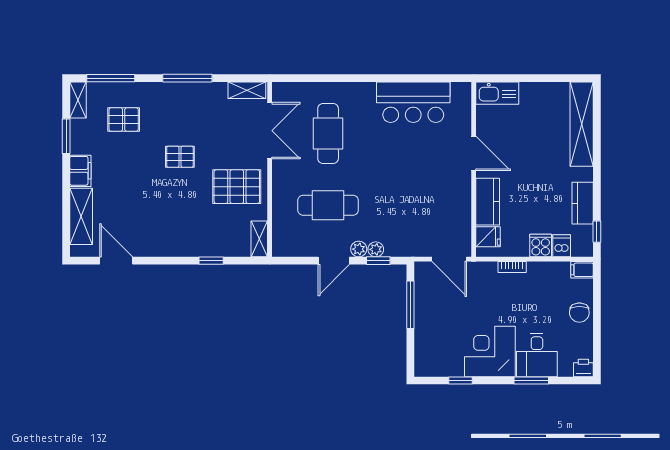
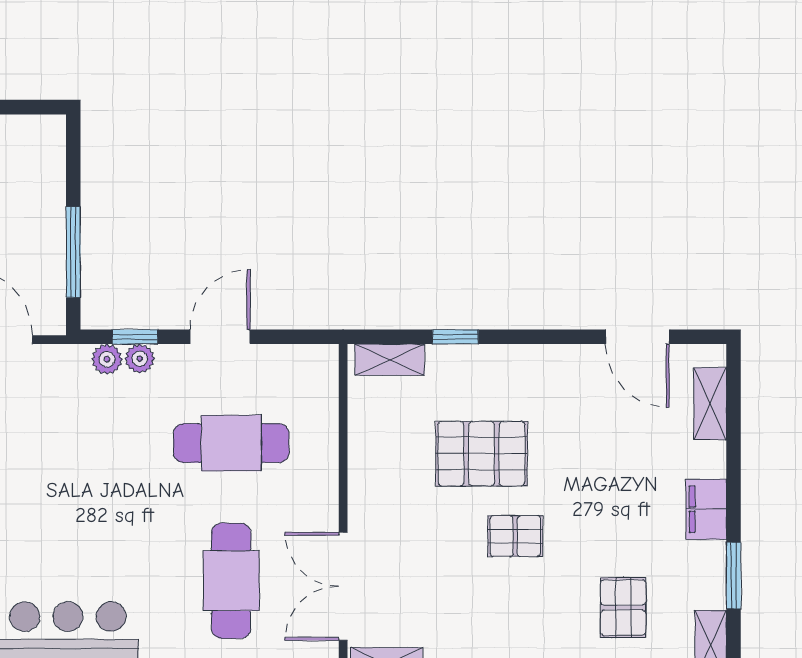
pallet: (124, 120) -> (623, 608), turned 90
pallet: (237, 187) -> (482, 454), moved
shelving: (81, 216) -> (710, 404), width x0.67, depth x0.75
shelving: (259, 239) -> (390, 360), moved, turned 90
plant: (359, 249) -> (107, 359), moved

